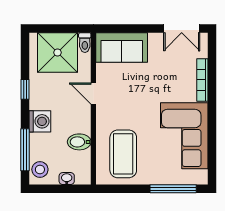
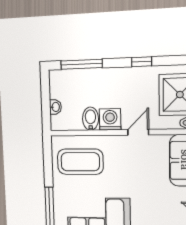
washing machine: (40, 121) -> (110, 119), moved, turned 180
stool: (40, 169) -> (63, 80), removed

